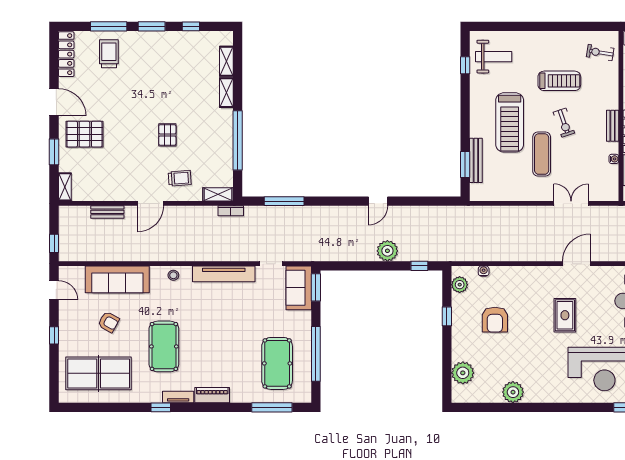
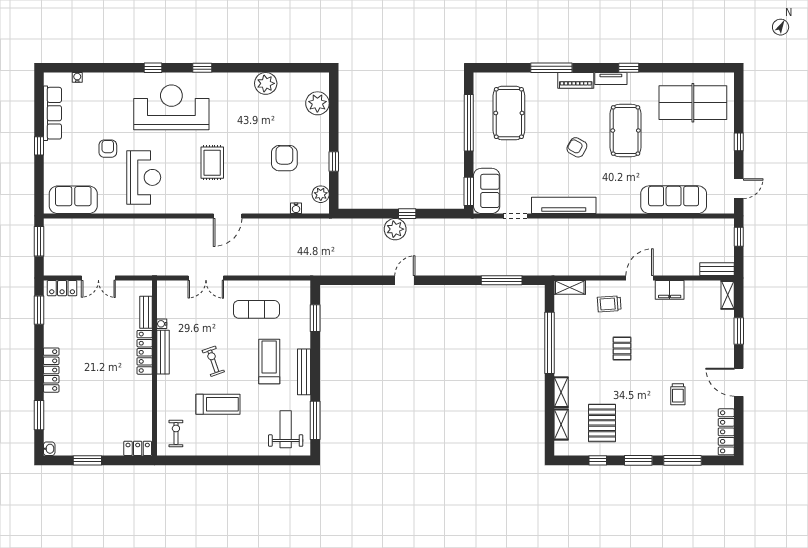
exercise bike: (600, 53) -> (176, 434), turned -99
trolley: (109, 54) -> (678, 394), moved, width x0.73, depth x0.72
weight bench: (494, 57) -> (286, 429), turned 90
window: (465, 65) -> (315, 420), width x2.17
treadmill: (559, 81) -> (218, 404), turned 180
treadmill: (510, 122) -> (269, 361), width x0.73, depth x0.73
bench: (613, 126) -> (163, 352), width x1.36
pallet: (84, 134) -> (602, 423), moved, turned 90
exercise mat: (542, 154) -> (256, 309), moved, turned 90
bench: (476, 160) -> (304, 372), moved
filing cabinet: (121, 192) -> (670, 290), added
bookcase: (231, 211) -> (557, 270), removed
bench: (107, 212) -> (717, 269), moved
door: (576, 264) -> (228, 216), moved
window: (419, 266) -> (407, 214), moved
stool: (173, 275) -> (616, 204), removed
door: (54, 290) -> (739, 189), swing flipped
armchair: (109, 322) -> (577, 147), moved
window: (272, 407) -> (551, 68), moved
window: (575, 407) -> (202, 68), added

